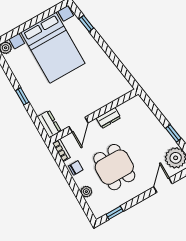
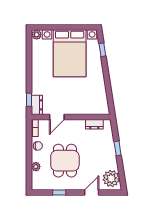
window: (22, 96) -> (29, 100), moved
dresser: (109, 118) -> (94, 124), moved
window: (173, 133) -> (118, 148), moved
window: (115, 213) -> (59, 193), moved

